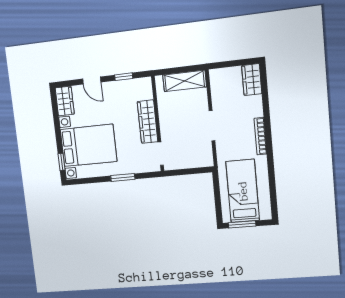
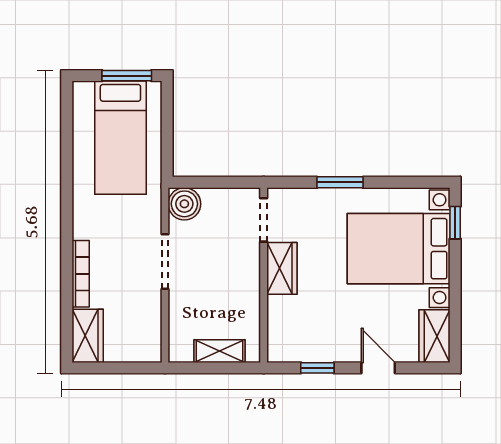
shelving: (185, 81) -> (219, 351), width x0.67, depth x0.75
wardrobe: (148, 122) -> (282, 268), width x0.67
bookcase: (260, 136) -> (81, 274), moved
boiler: (204, 158) -> (184, 204), added

